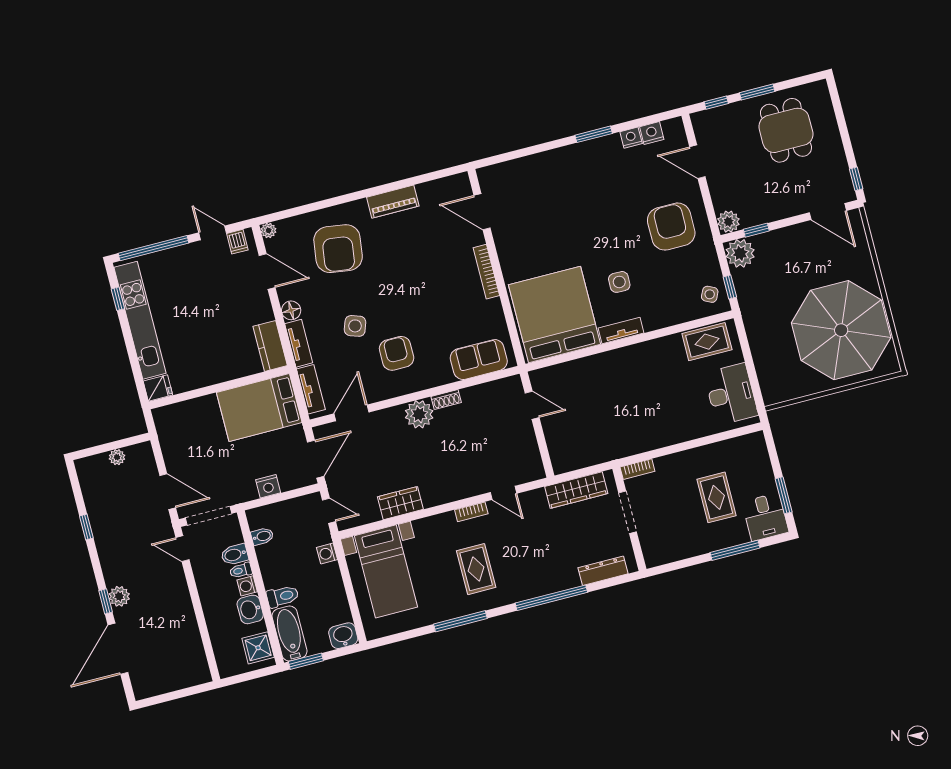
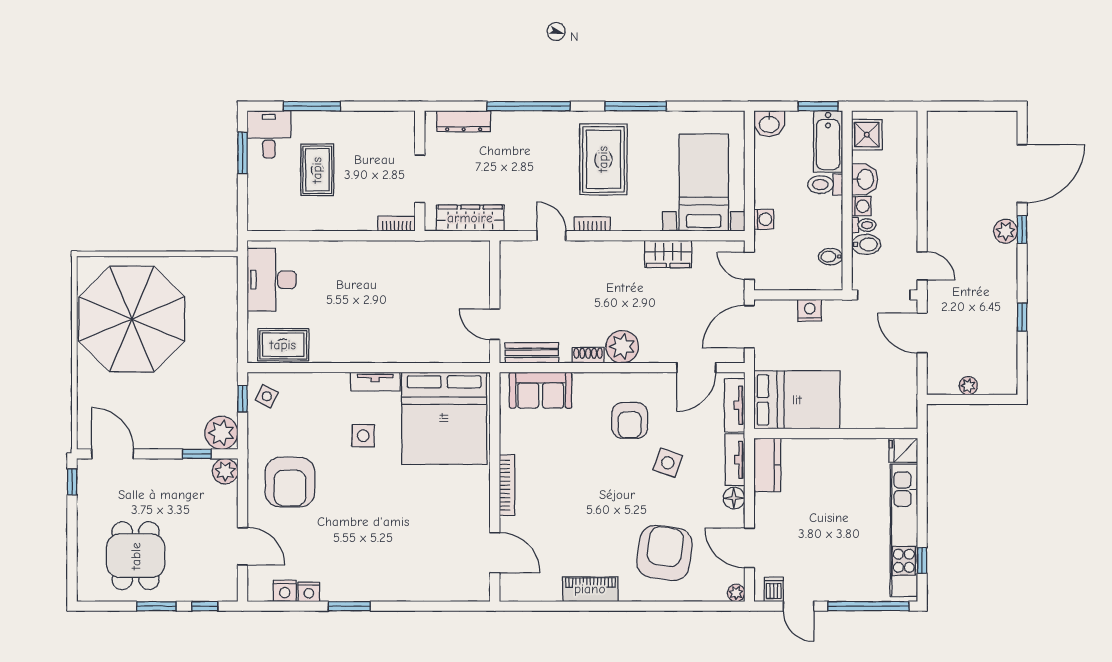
bench: (494, 389) -> (532, 353), added
rug: (476, 569) -> (603, 159), width x1.36, depth x1.43

